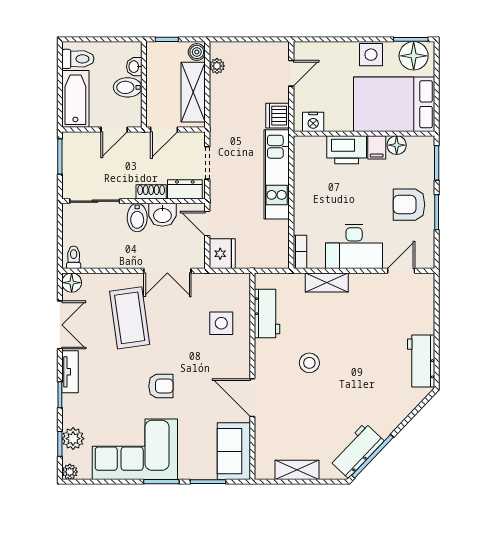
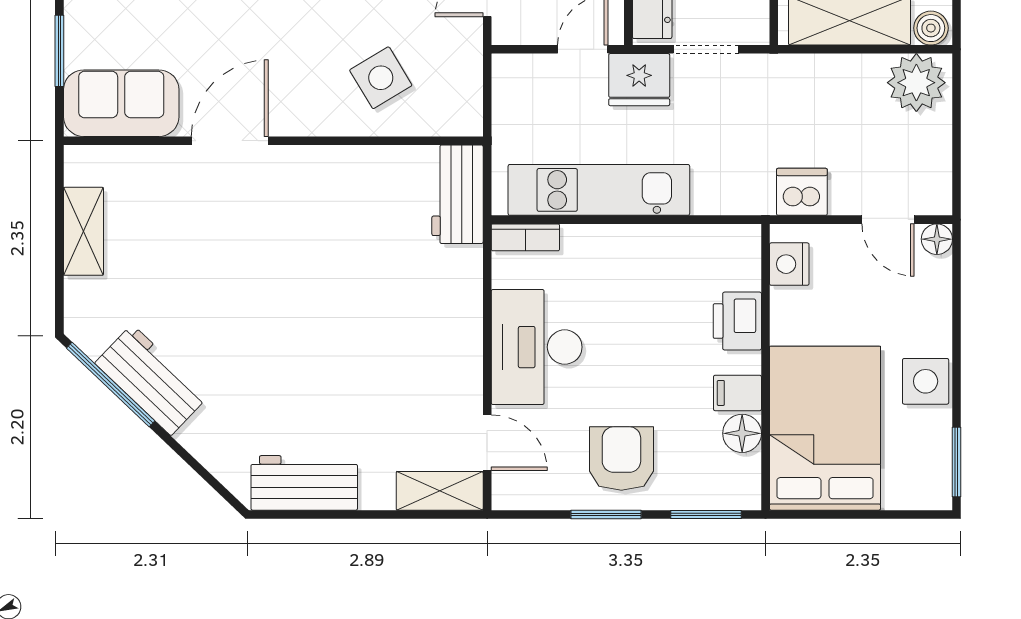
floor lamp: (414, 56) -> (937, 239), moved, width x0.53, depth x0.53
plant: (217, 66) -> (916, 83), width x1.88, depth x1.88
printer: (347, 150) -> (737, 321), width x0.73, depth x0.84
kitchen unit: (277, 174) -> (599, 190), moved
fridge: (222, 254) -> (639, 80), moved
shelving: (327, 282) -> (440, 491), moved, turned 90
workbench: (267, 313) -> (457, 194), moved, turned 90
side table: (221, 323) -> (381, 78), turned -31
stool: (309, 363) -> (300, 256), removed
workbench: (357, 451) -> (151, 380), moved

